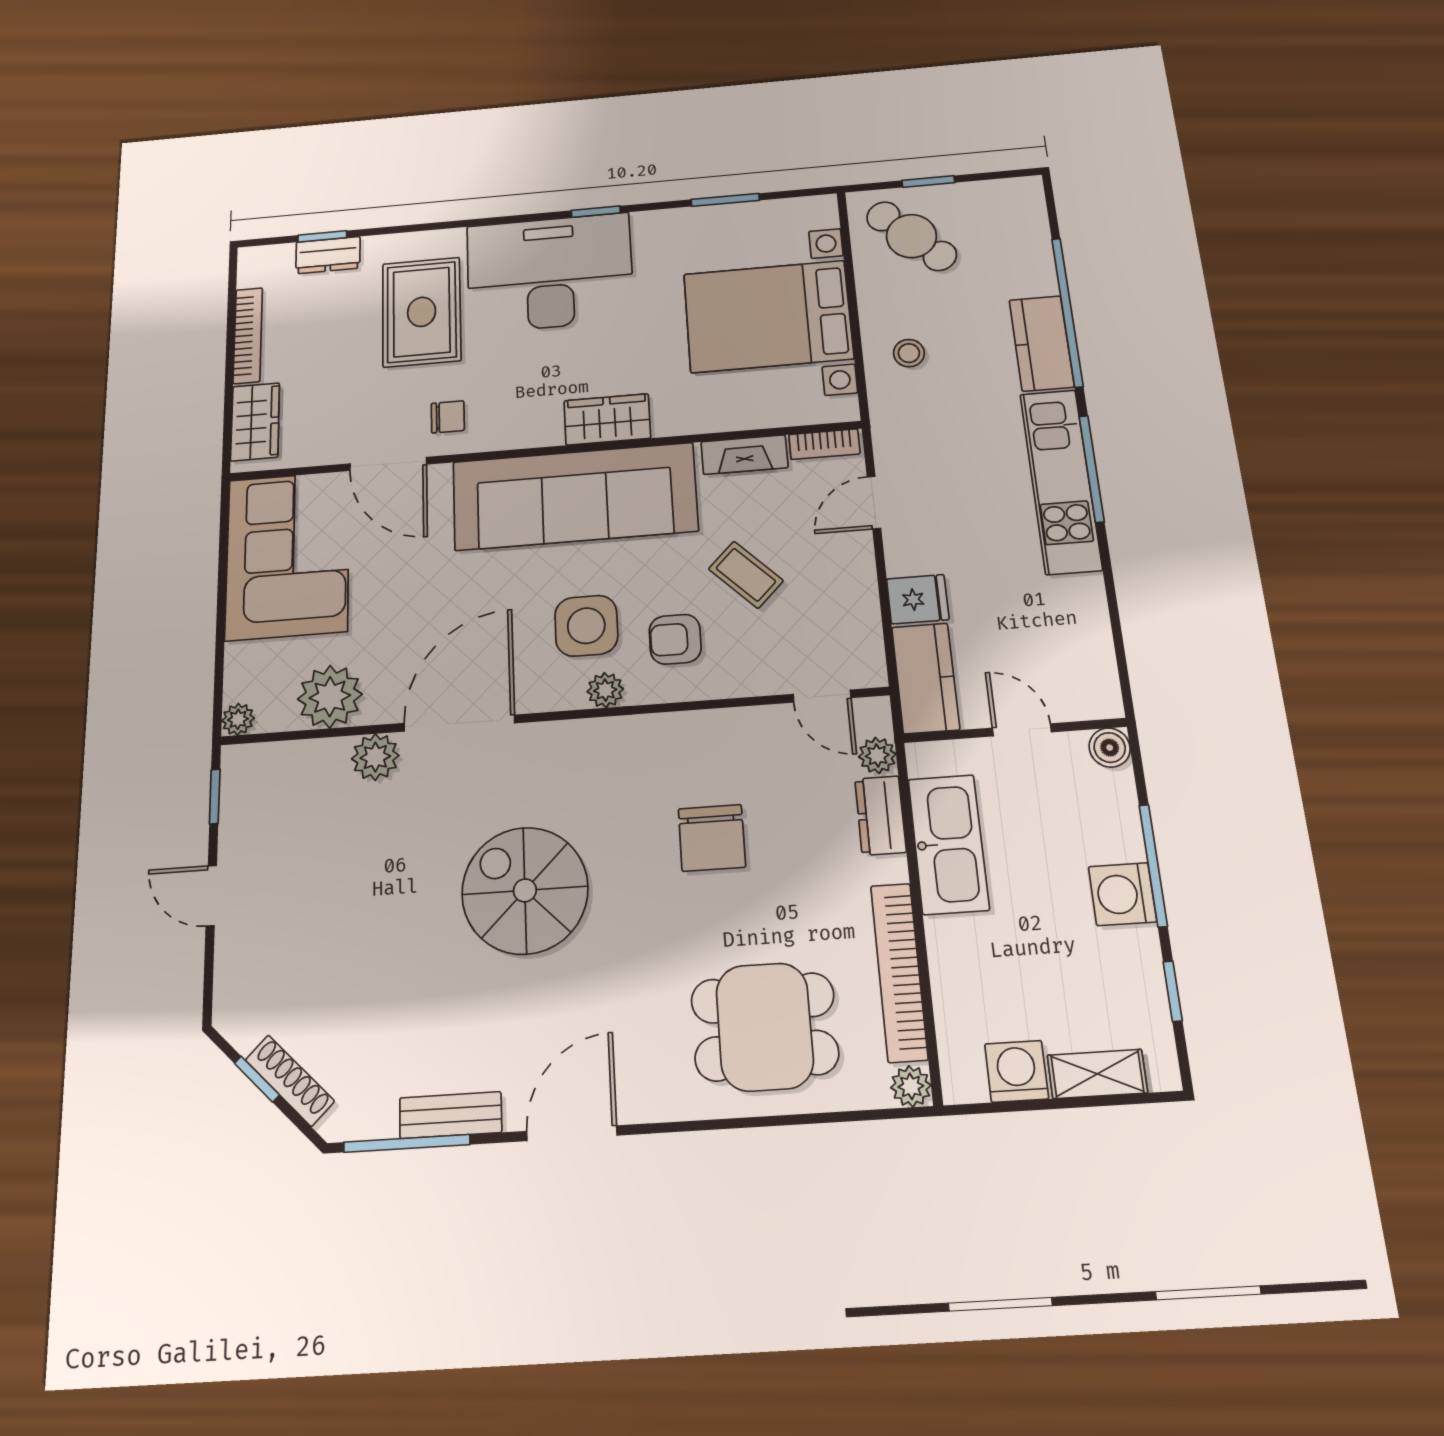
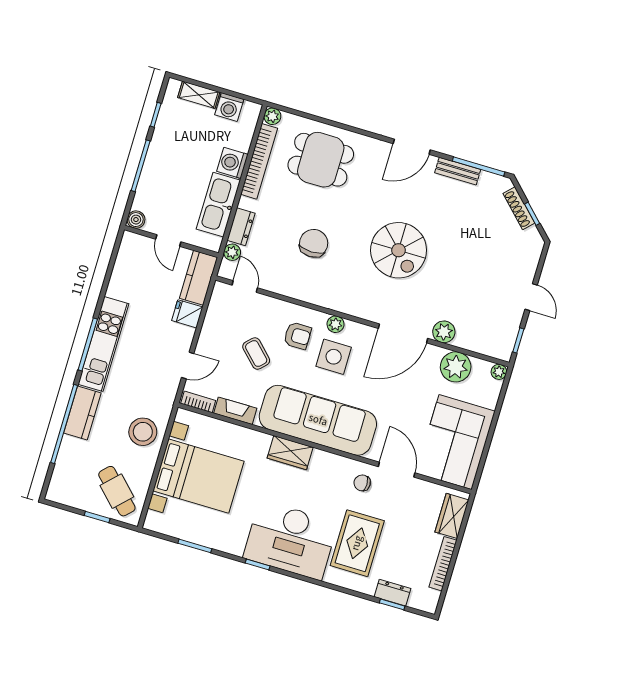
stool: (909, 353) -> (143, 432), width x1.89, depth x1.89
washing machine: (1122, 894) -> (232, 163), moved, turned 180

